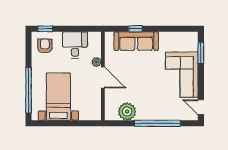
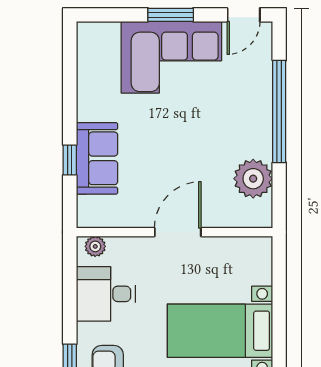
sofa: (136, 41) -> (97, 158), width x0.73
window: (201, 53) -> (171, 15), moved
plant: (96, 62) -> (95, 246), moved

